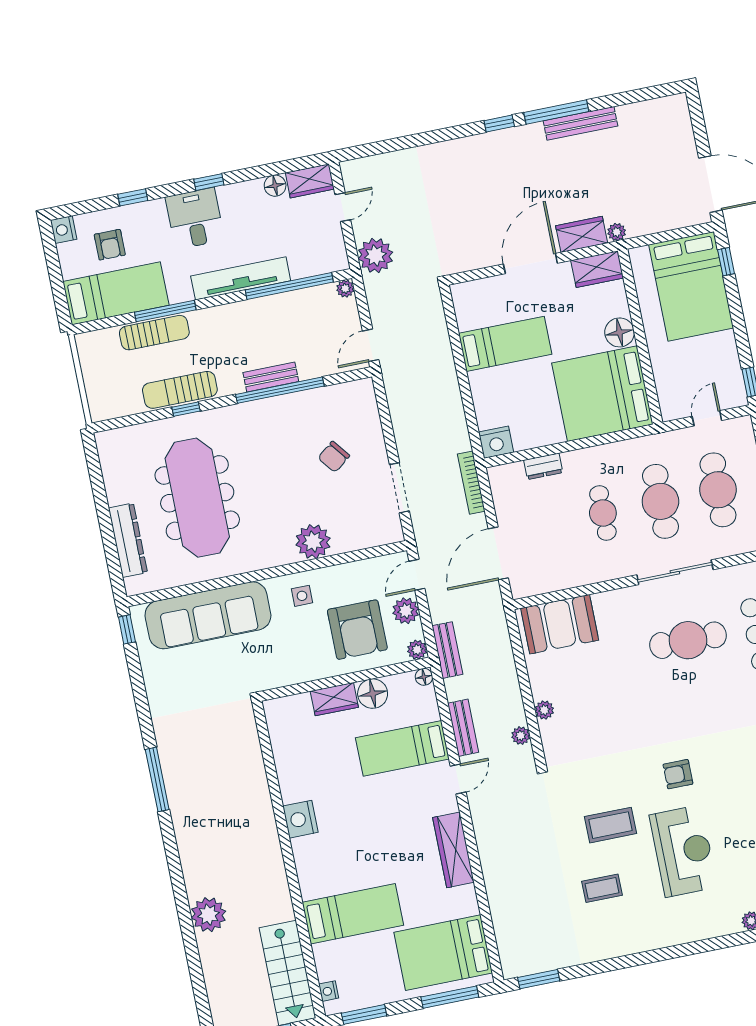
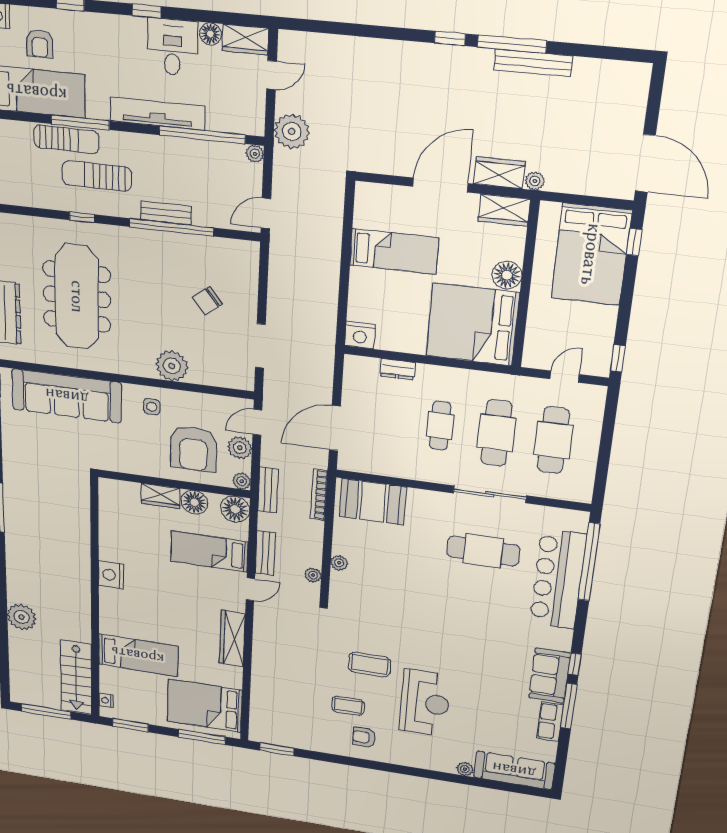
desk: (195, 218) -> (172, 47), moved
sun lounger: (180, 390) -> (97, 176), moved
bookcase: (471, 483) -> (319, 495), moved
floor lamp: (424, 677) -> (235, 509), width x1.89, depth x1.89
armchair: (678, 774) -> (364, 737), moved

